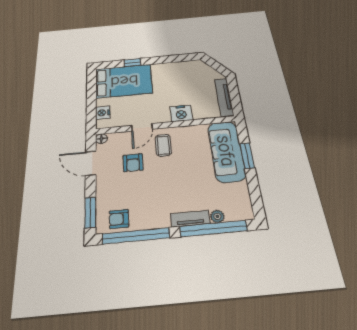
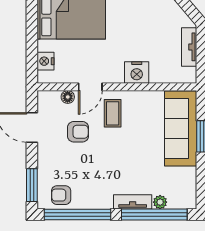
tv unit: (224, 97) -> (189, 47), width x0.71
floor lamp: (101, 139) -> (68, 97), moved
armchair: (133, 163) -> (78, 132), turned -90

